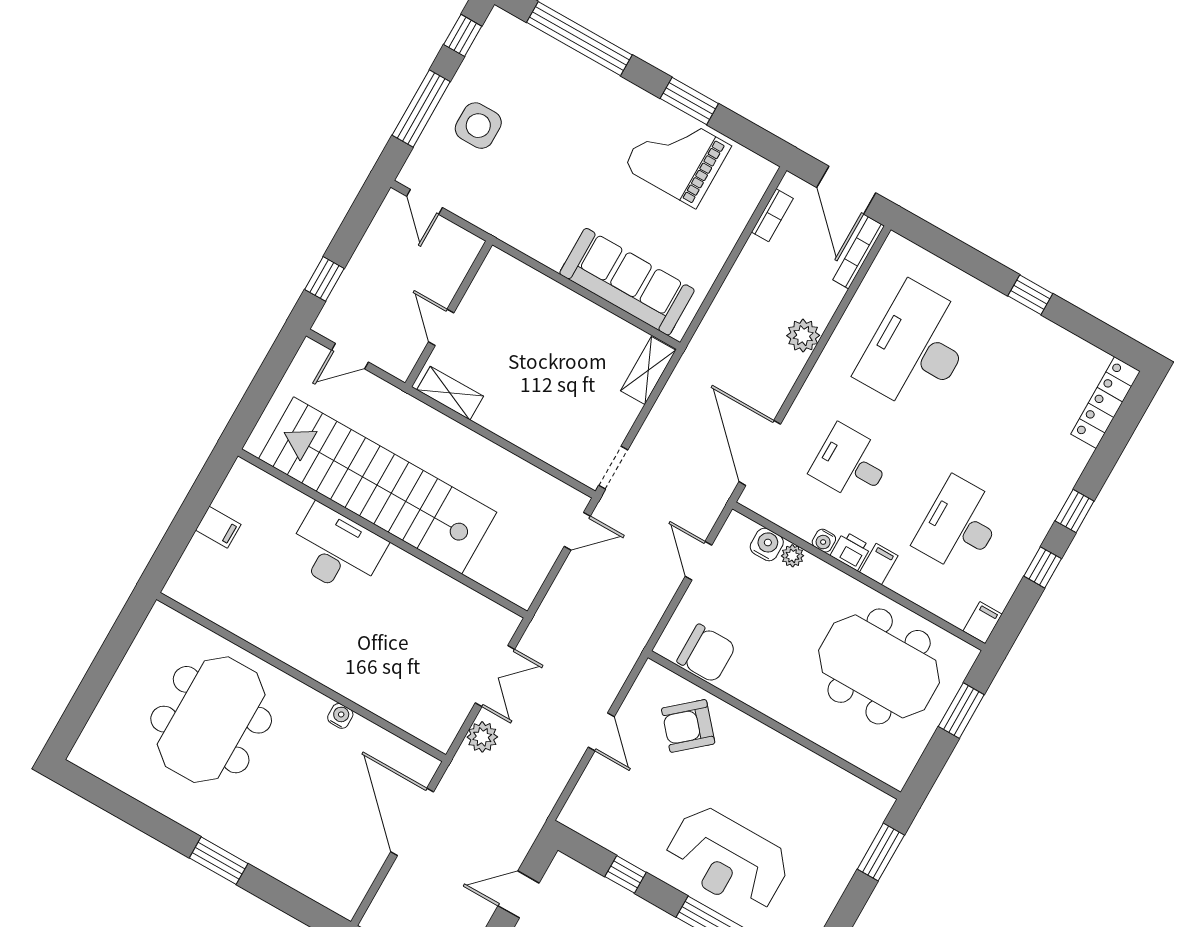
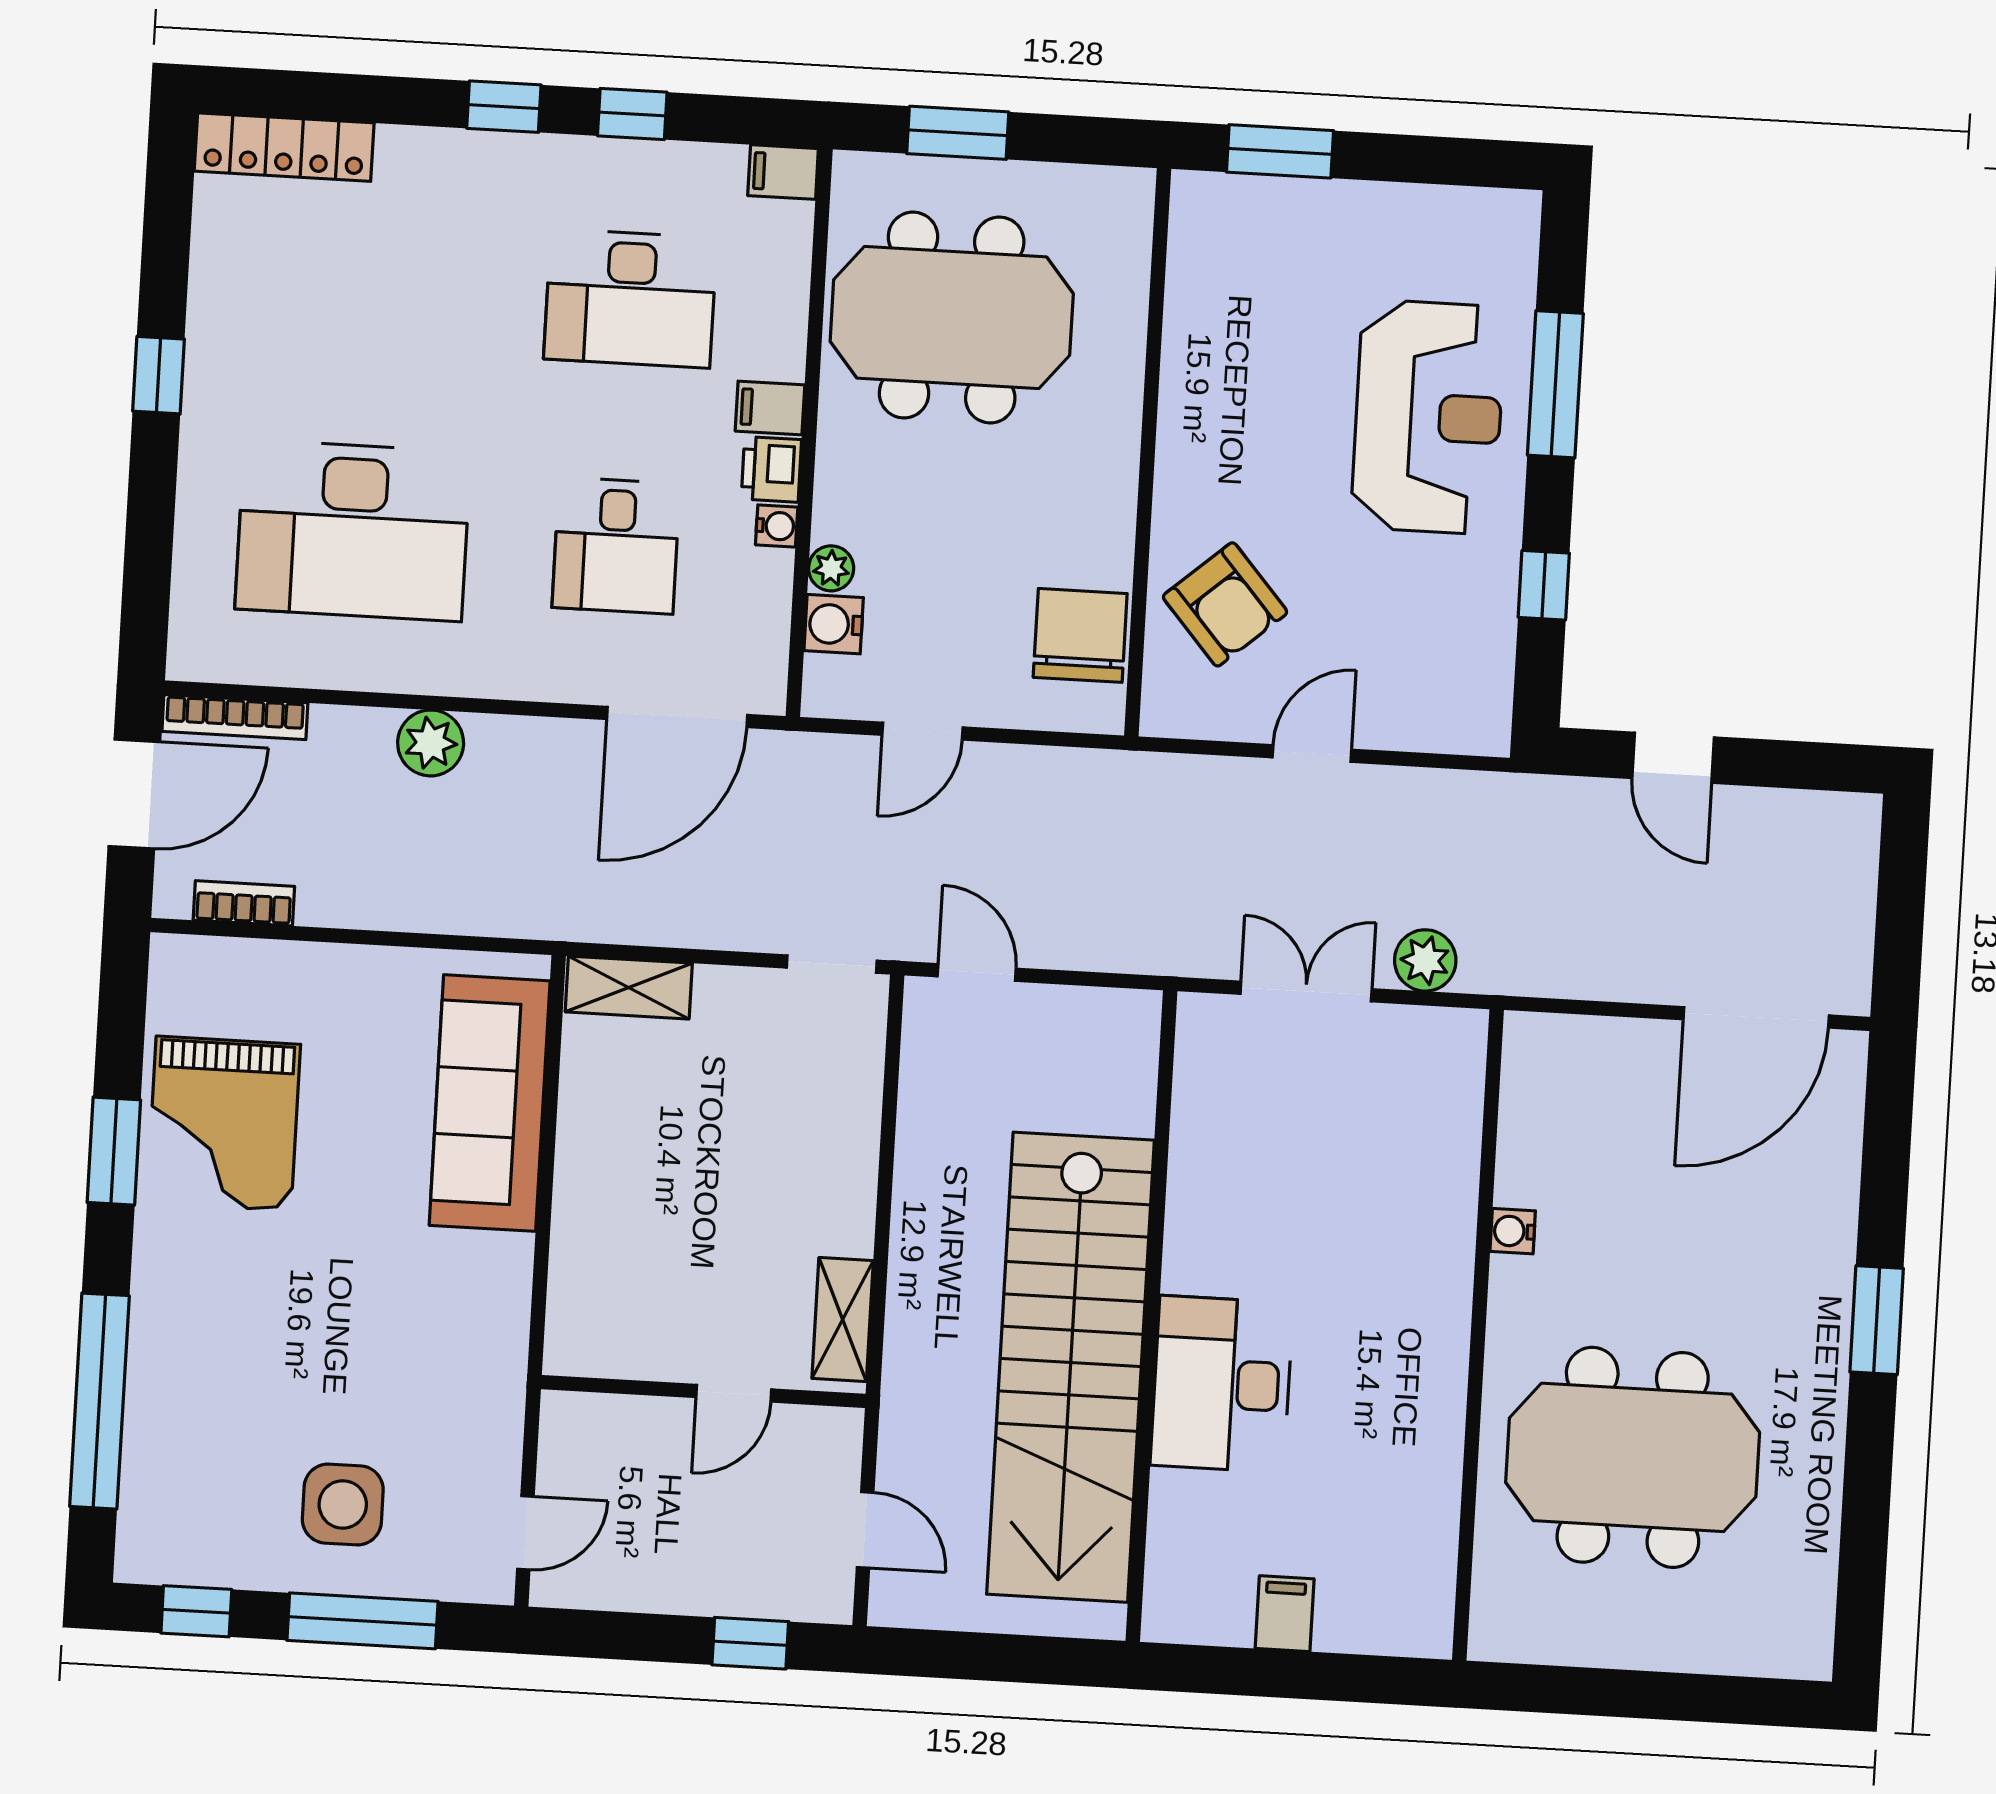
meeting table: (879, 666) -> (952, 318), turned 90
door: (412, 822) -> (1756, 1017), moved

